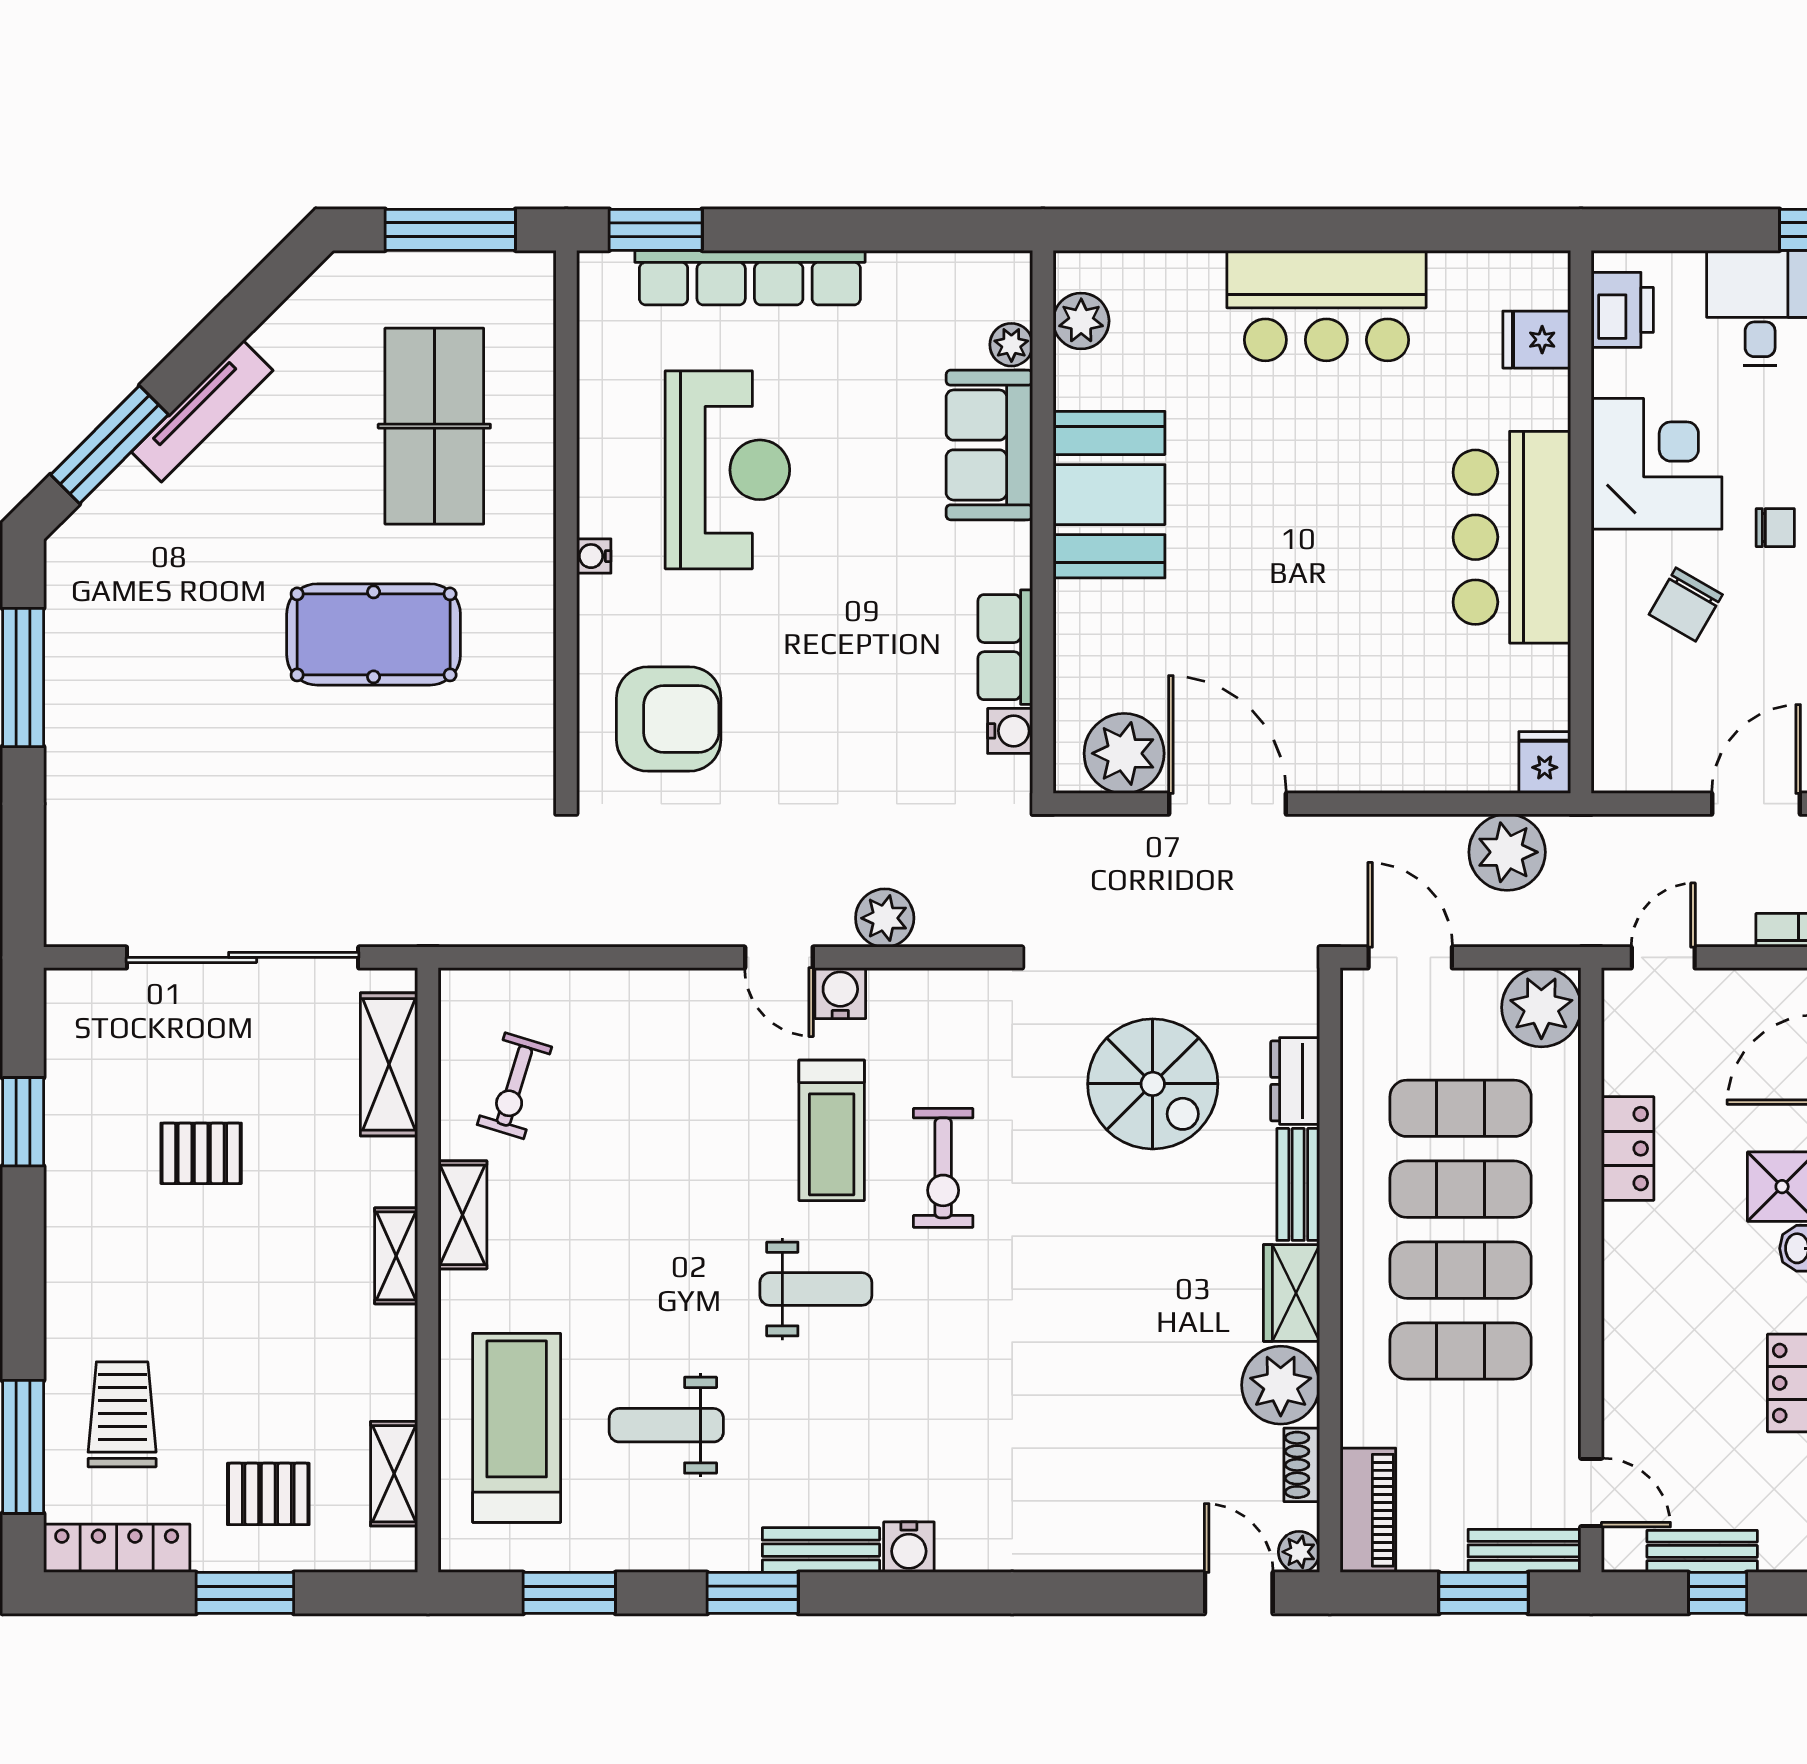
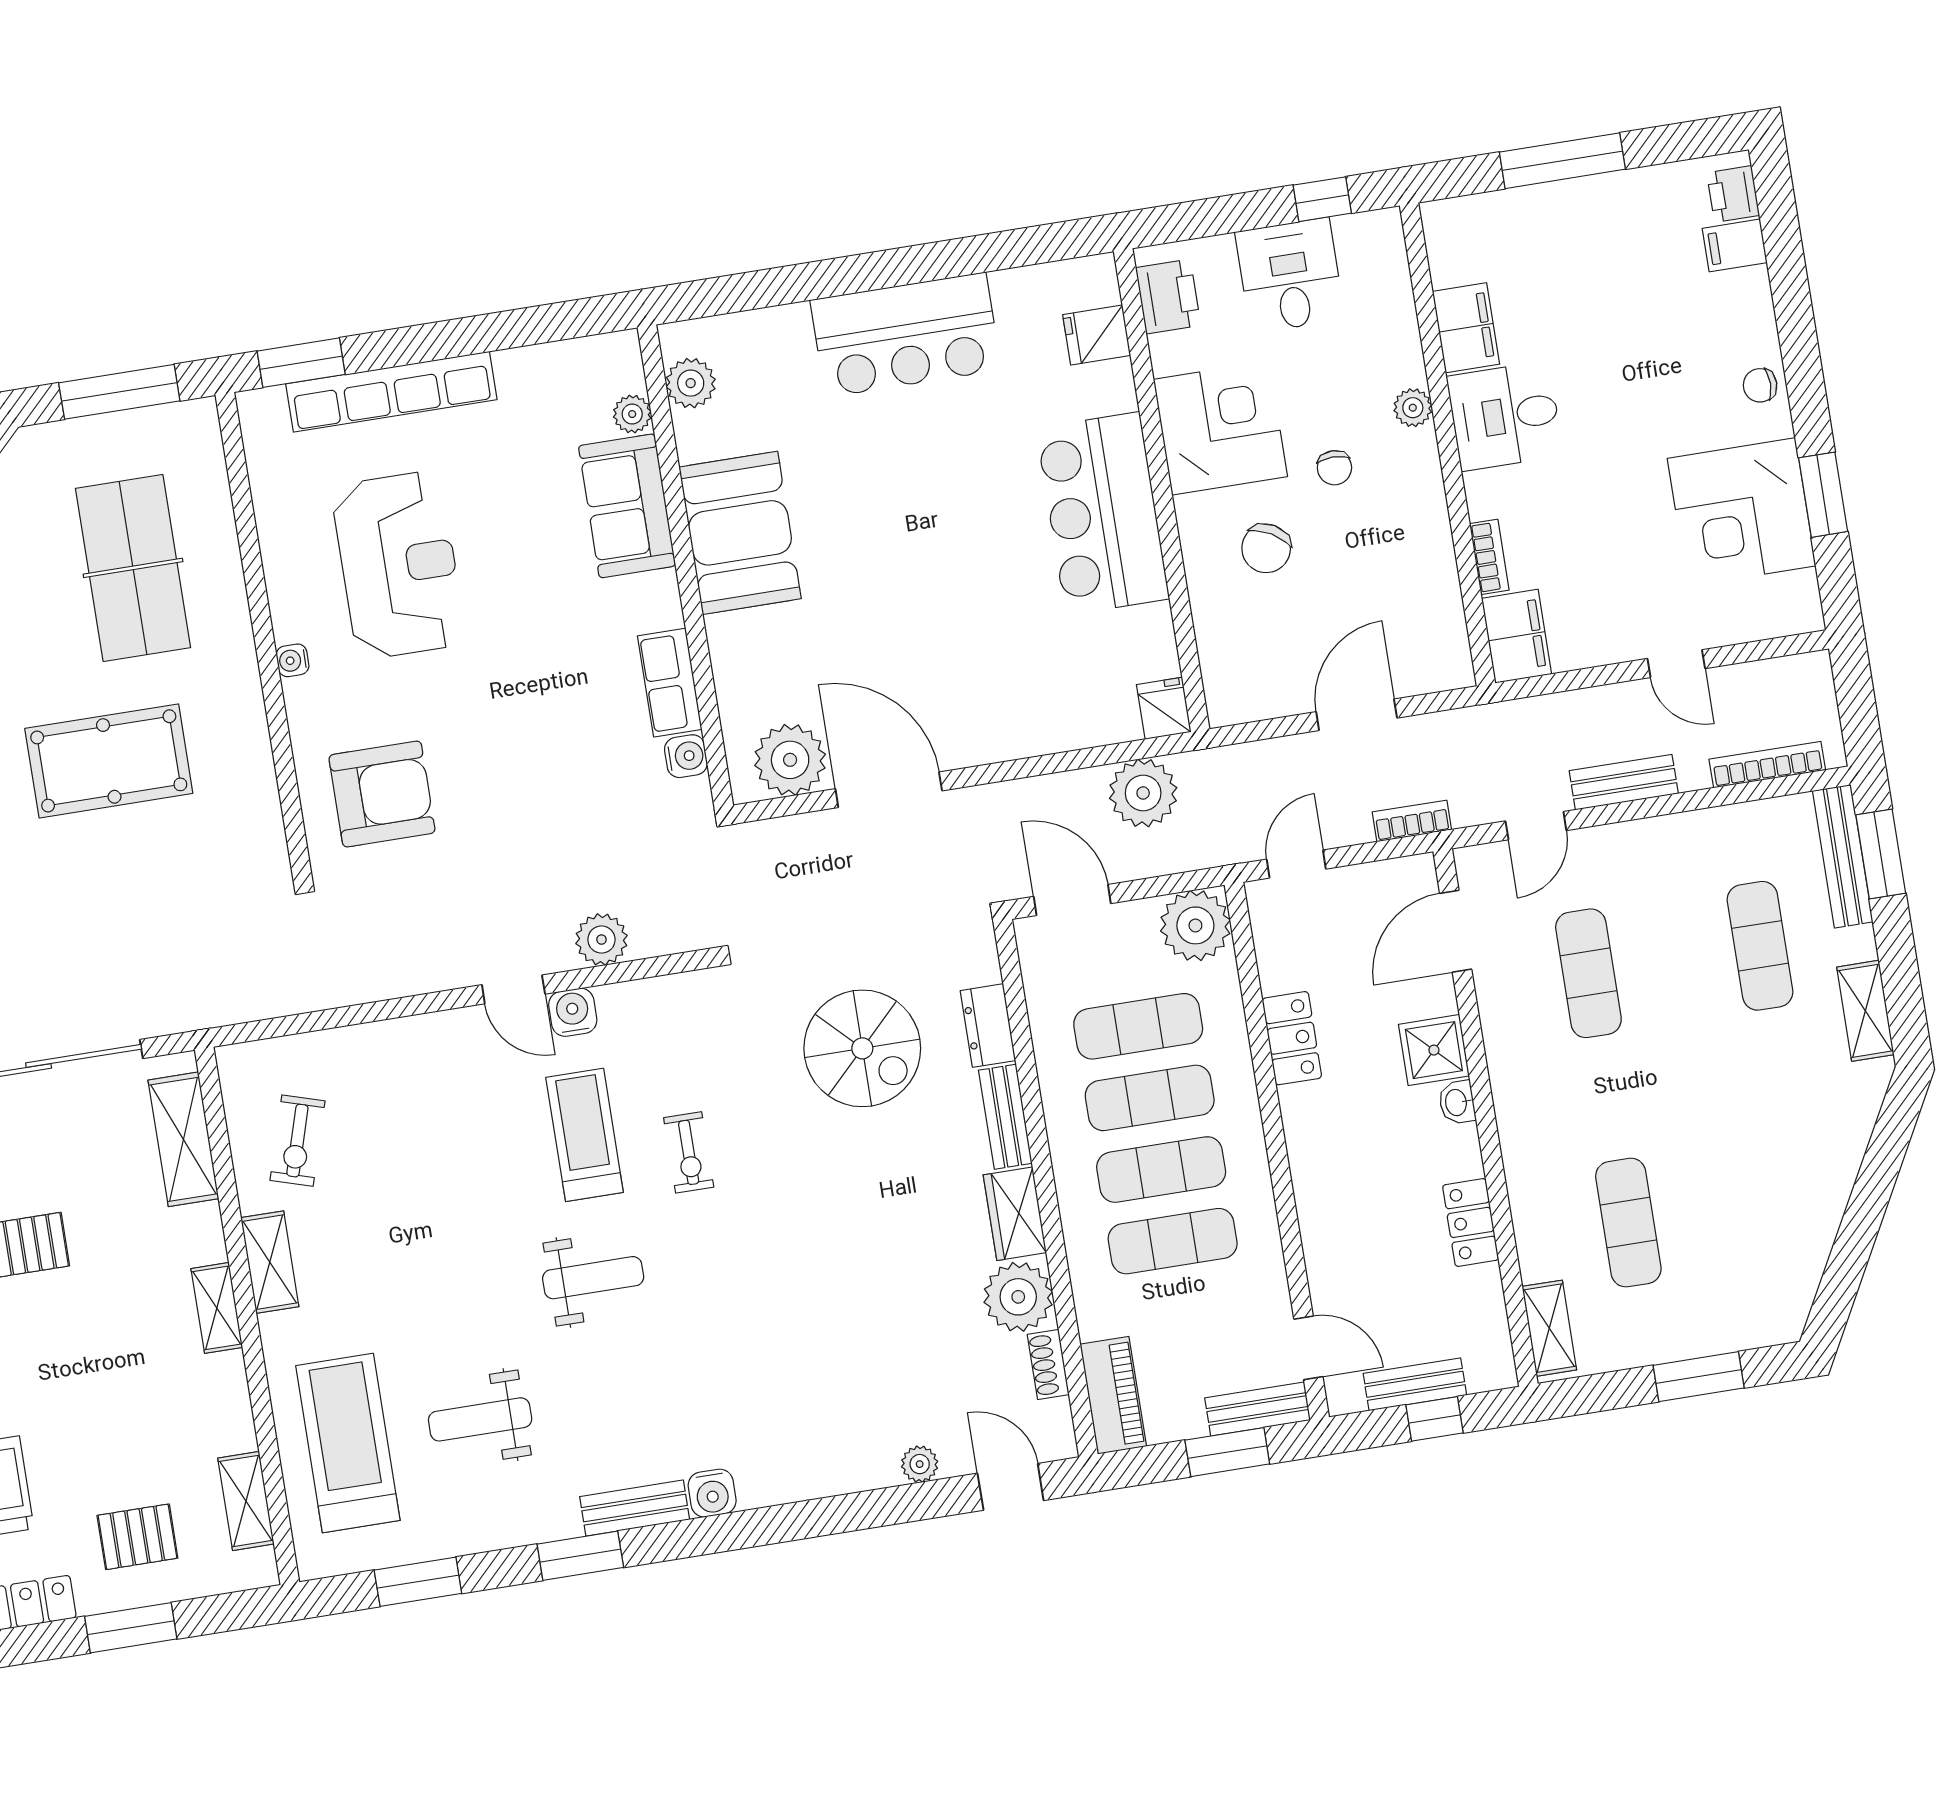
chair: (1775, 528) -> (1334, 468), turned 90
treadmill: (832, 1130) -> (585, 1135), turned 180
exercise bike: (943, 1168) -> (689, 1152), width x0.73, depth x0.72
plant: (1299, 1552) -> (920, 1464), moved

